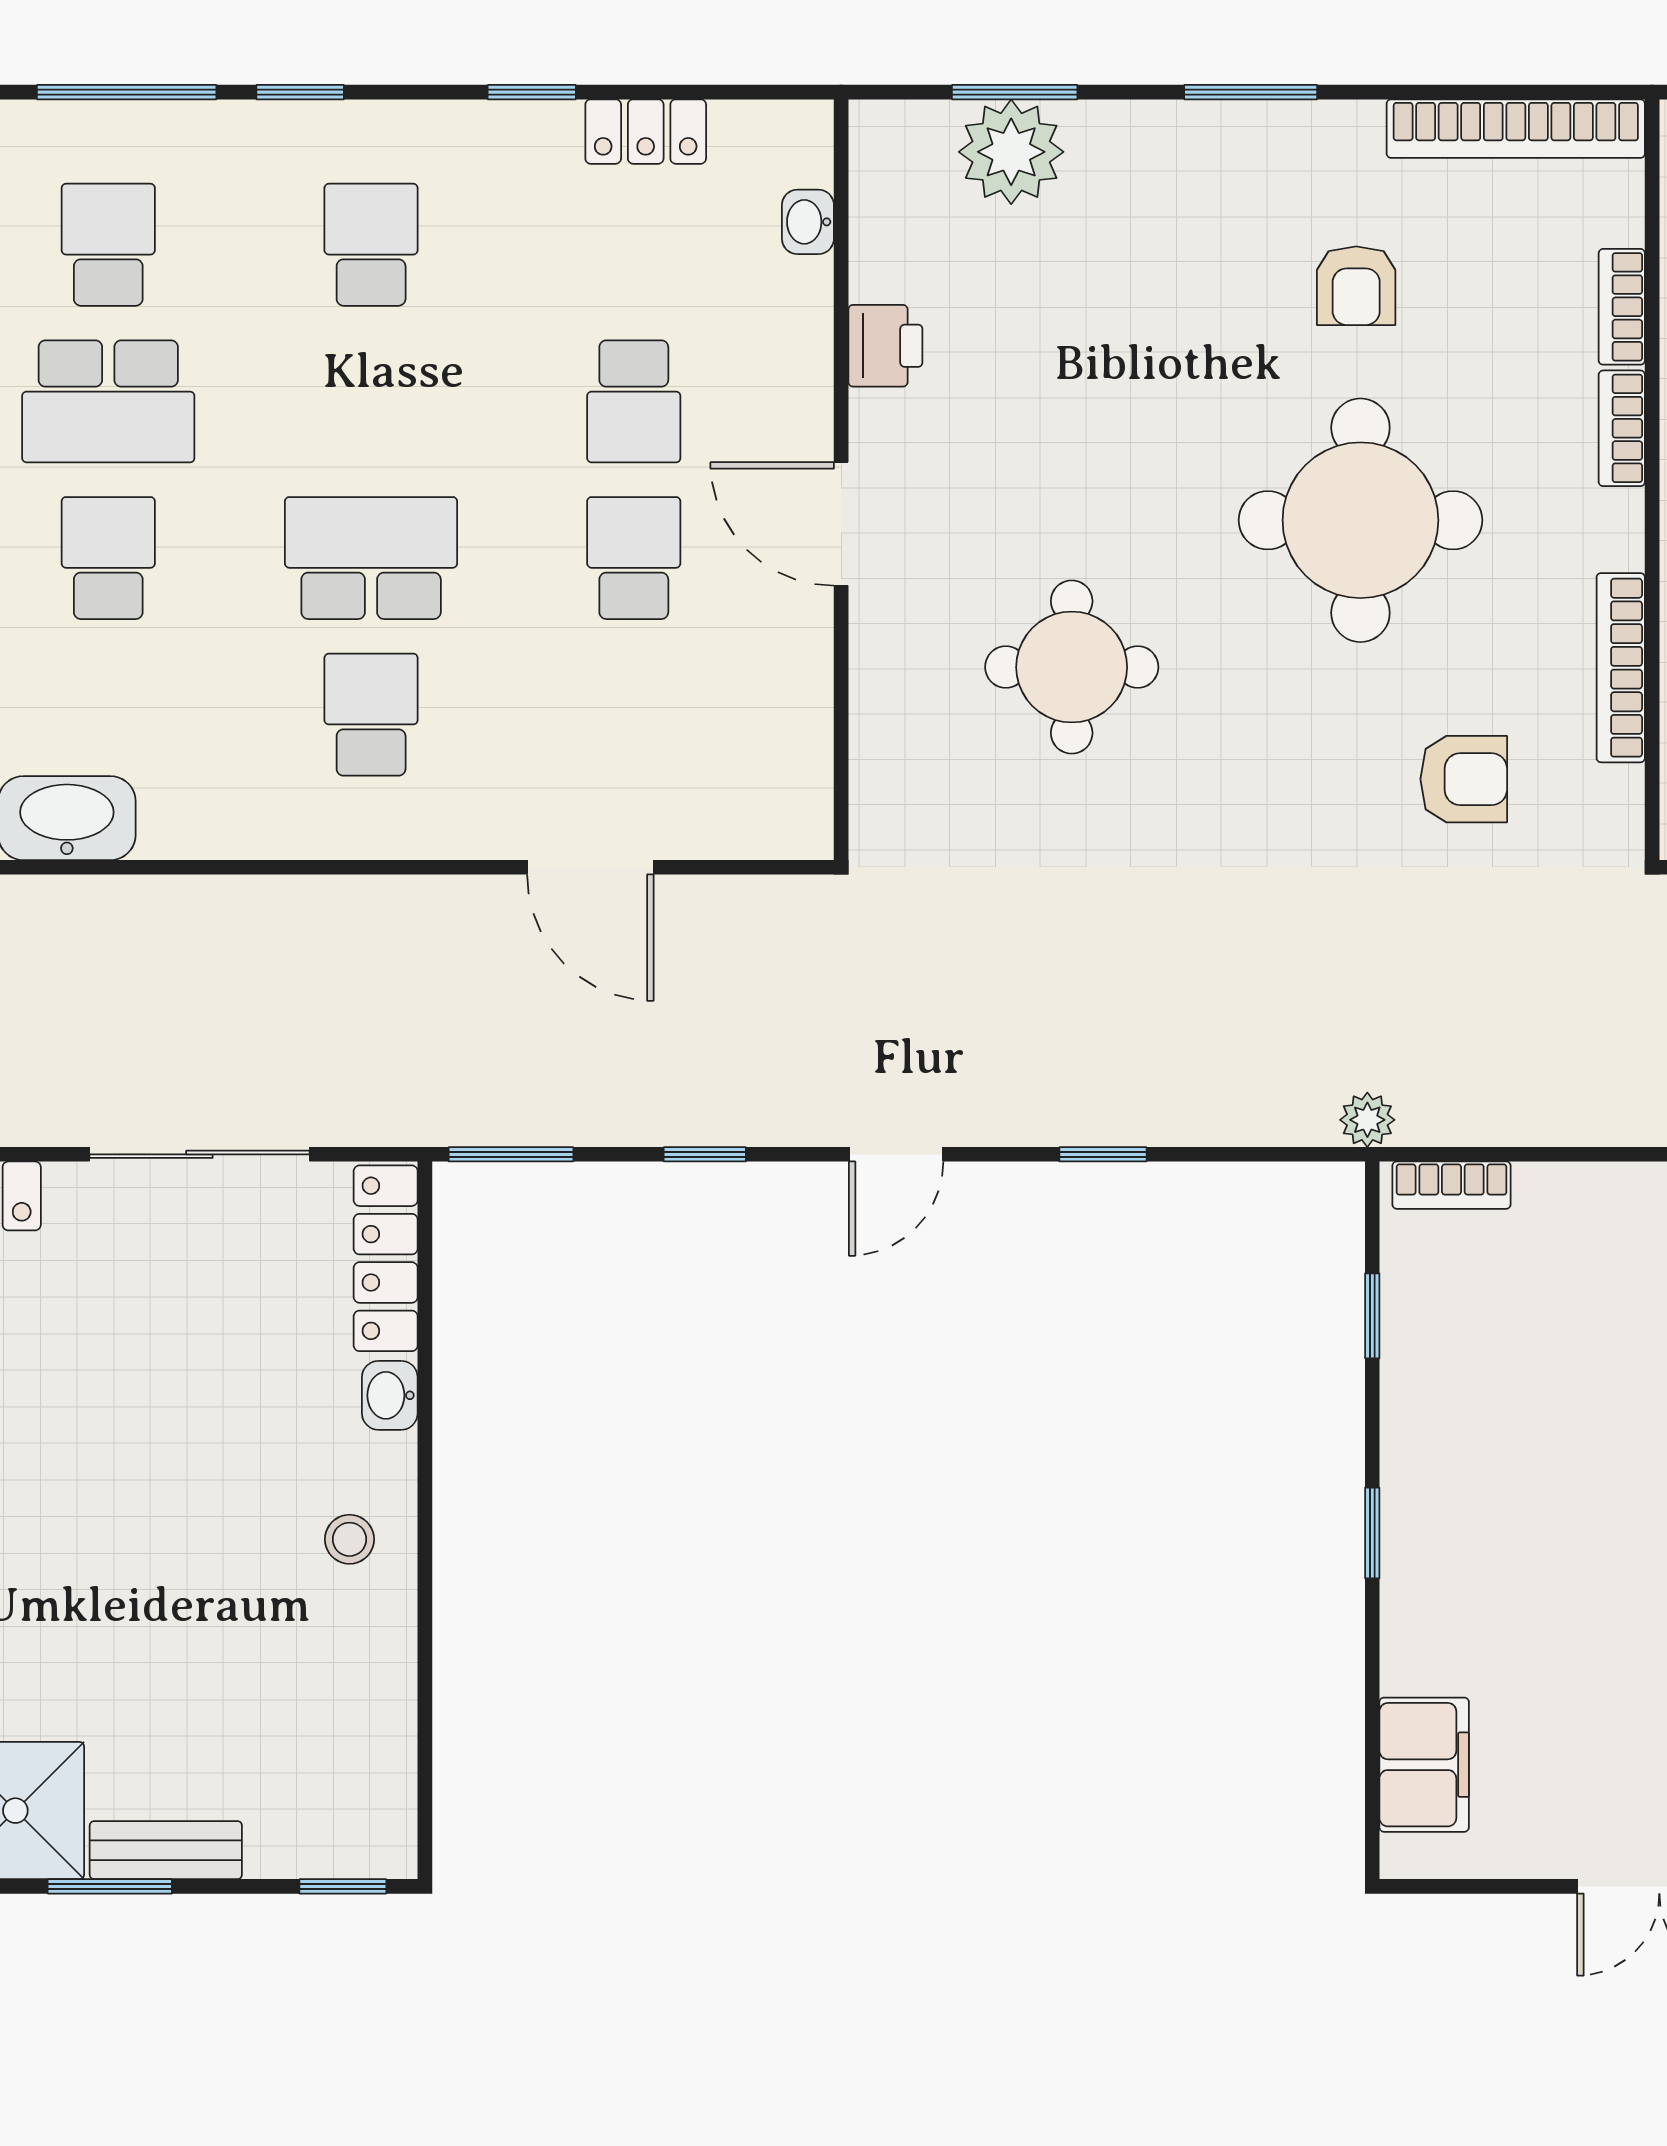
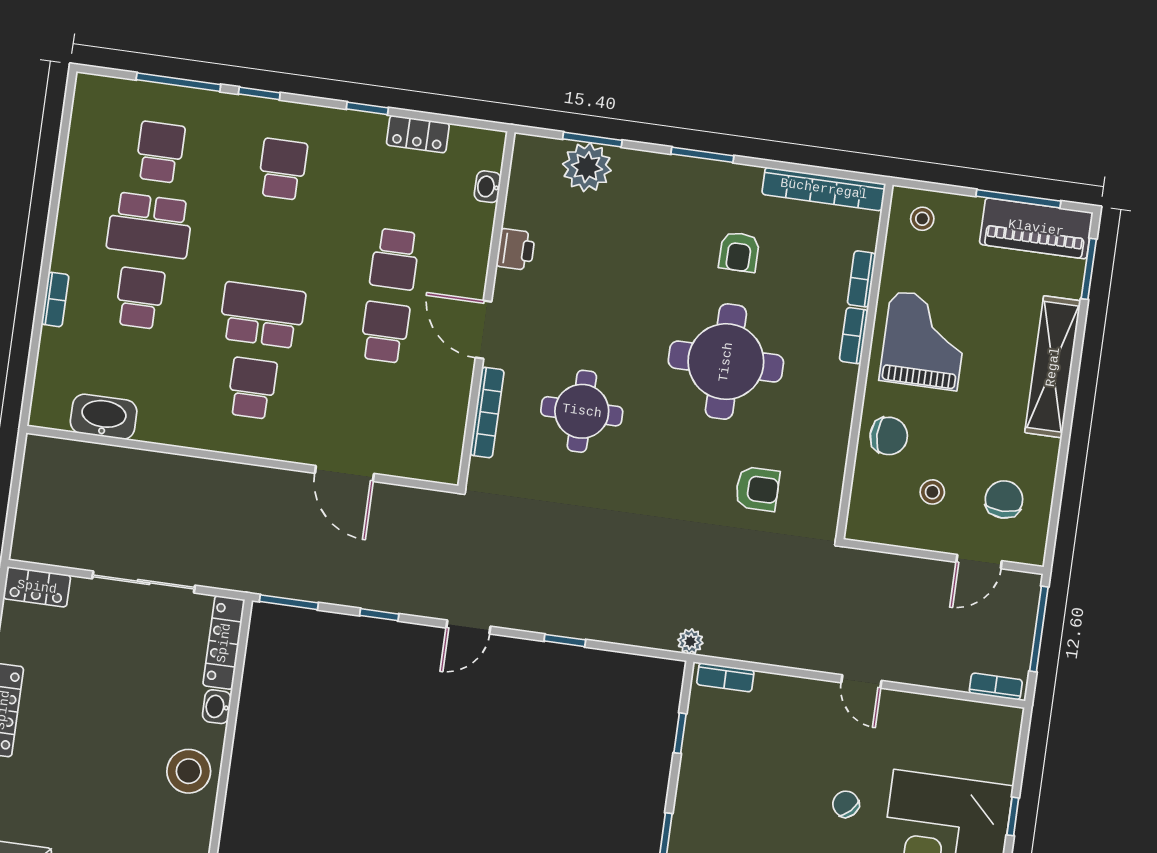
bookcase: (1621, 668) -> (487, 412), moved, turned 180
stool: (349, 1539) -> (189, 771), width x1.89, depth x1.89

